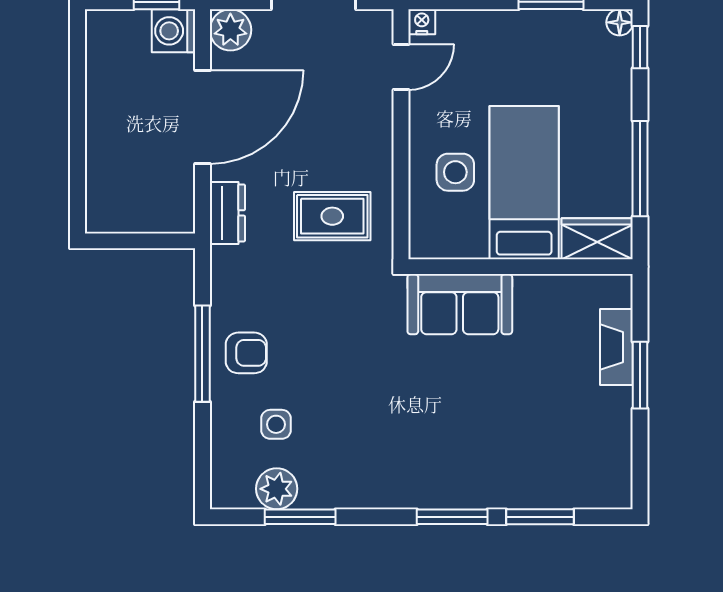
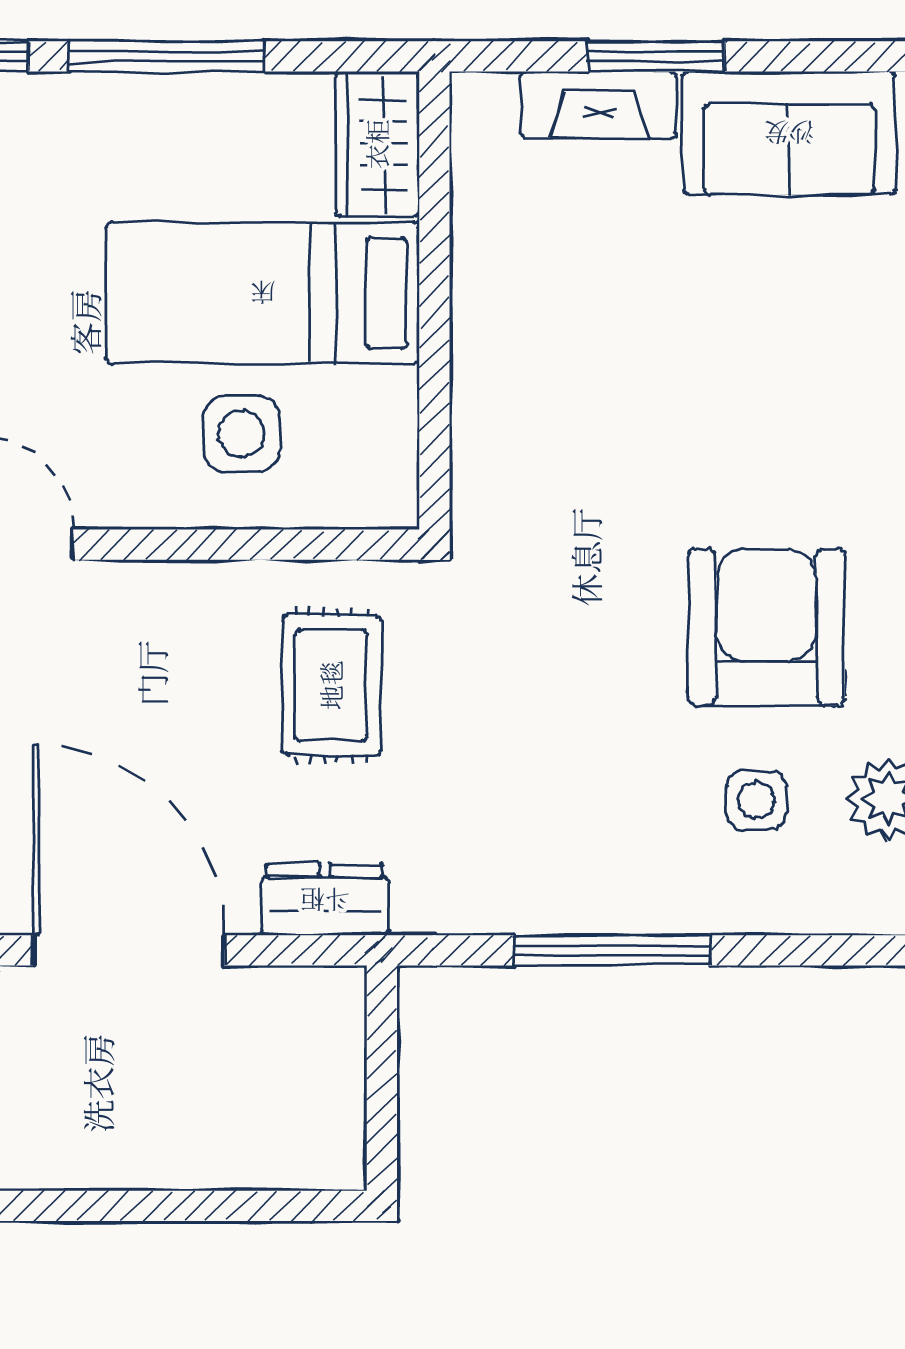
window: (640, 169) -> (166, 56), moved
sofa: (460, 304) -> (789, 133), moved, turned 90
armchair: (246, 353) -> (766, 627), moved, width x1.88, depth x1.88

